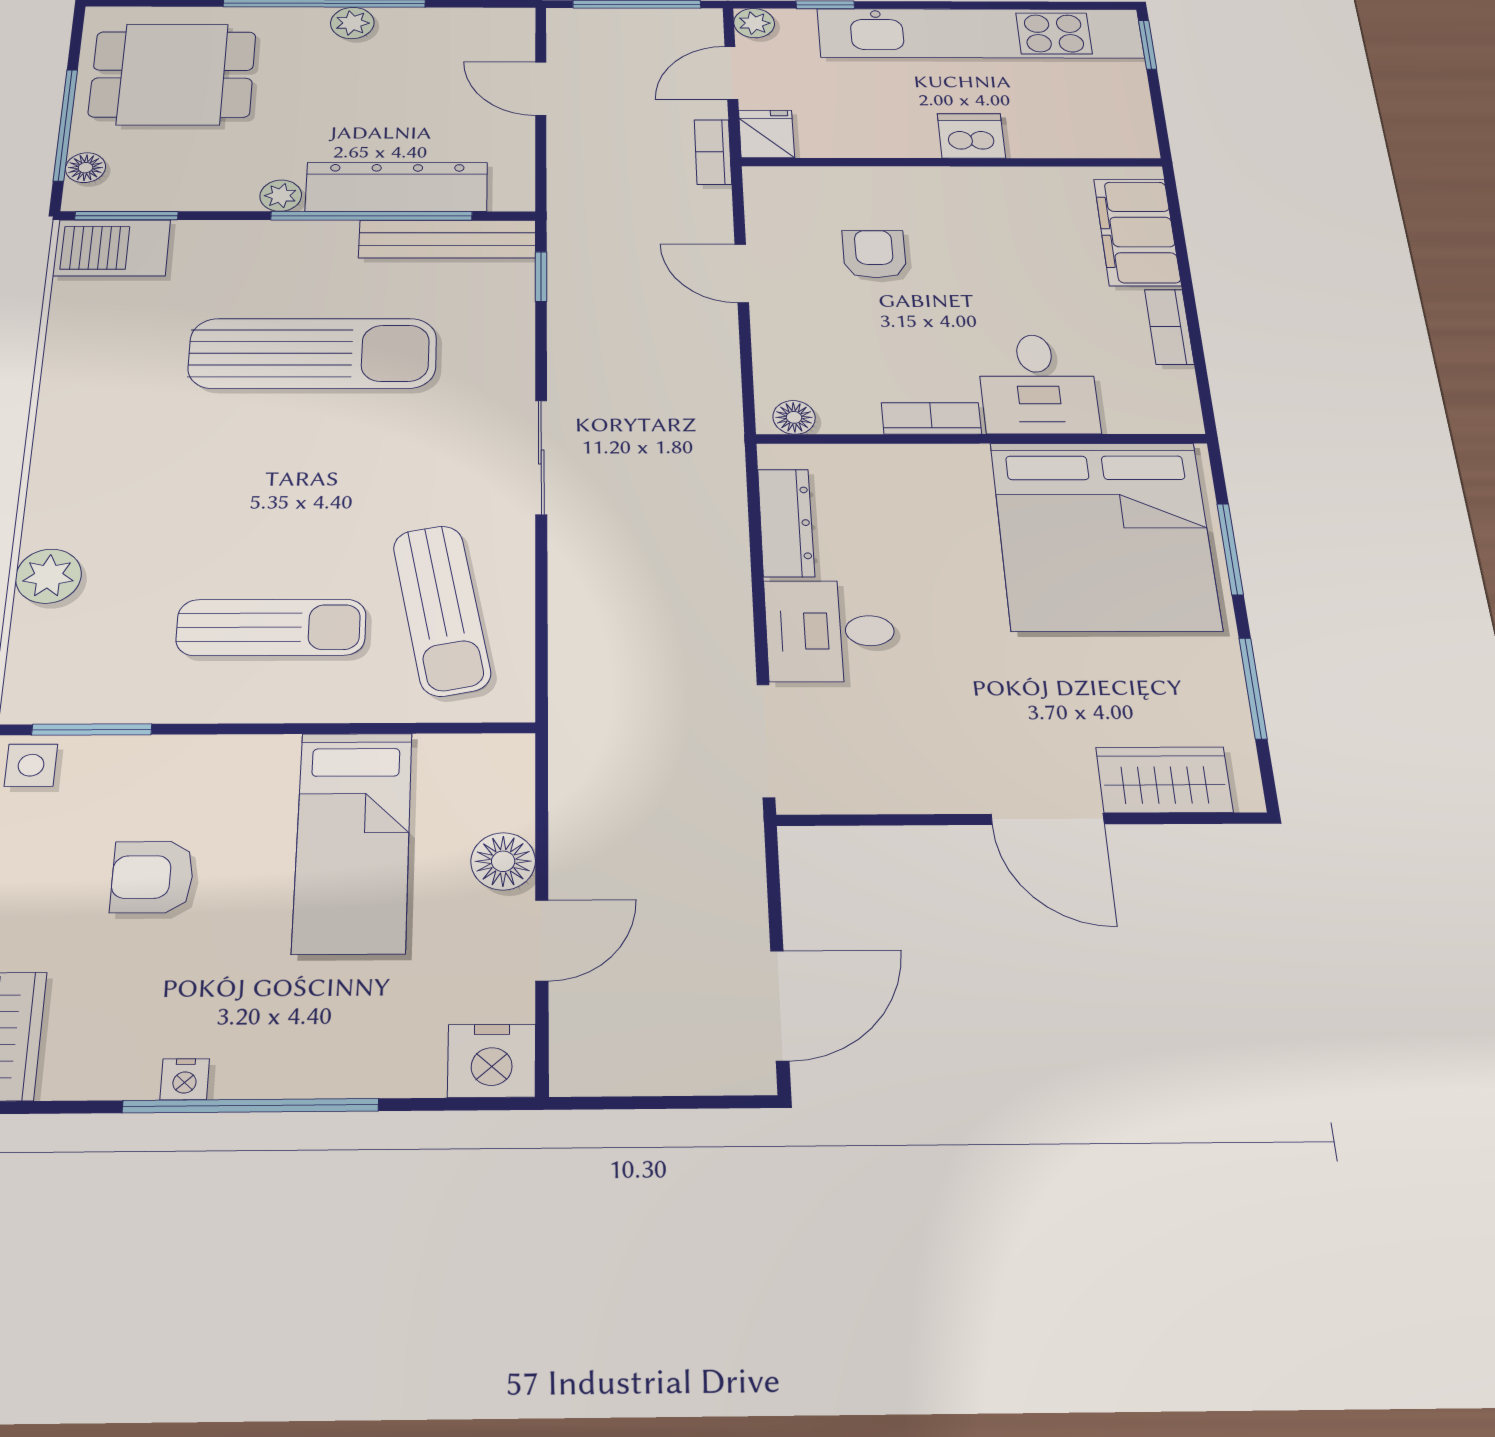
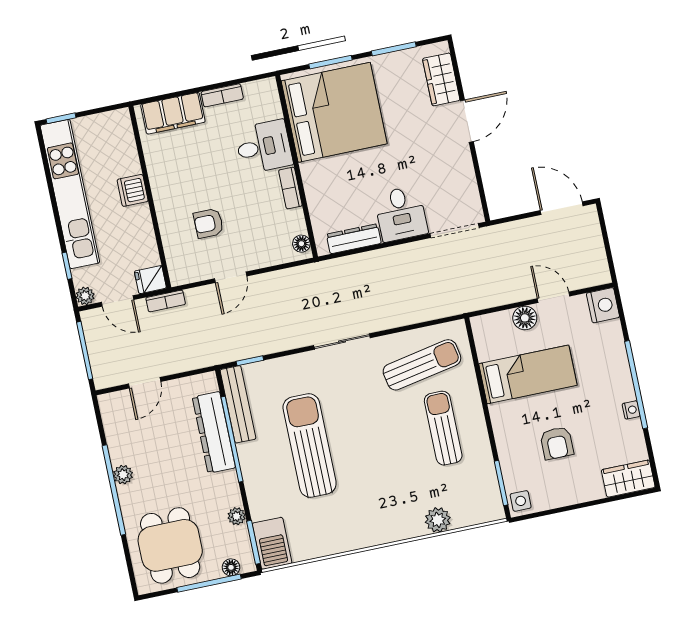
plant: (281, 196) -> (237, 516), moved

